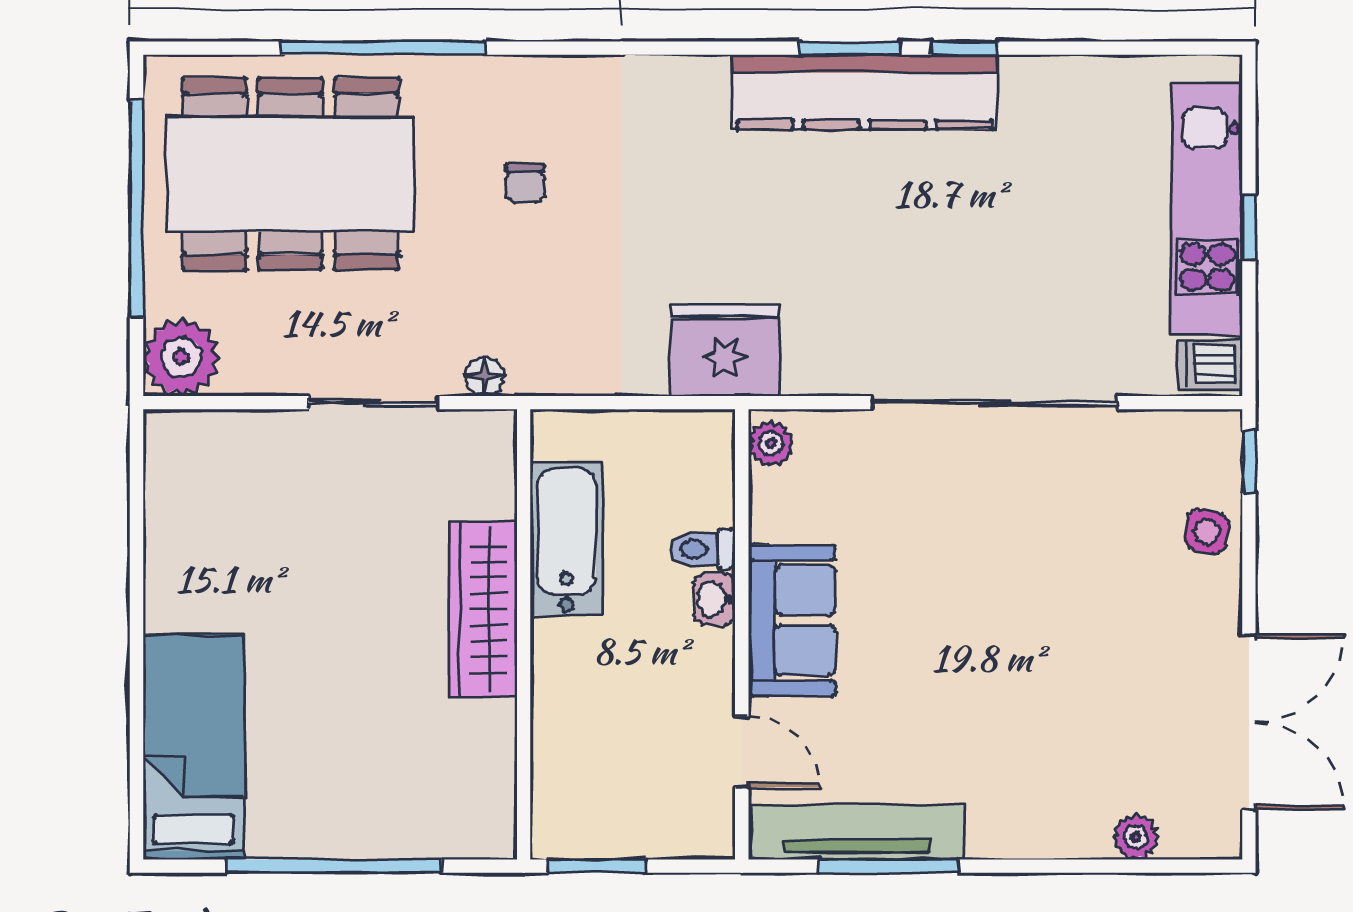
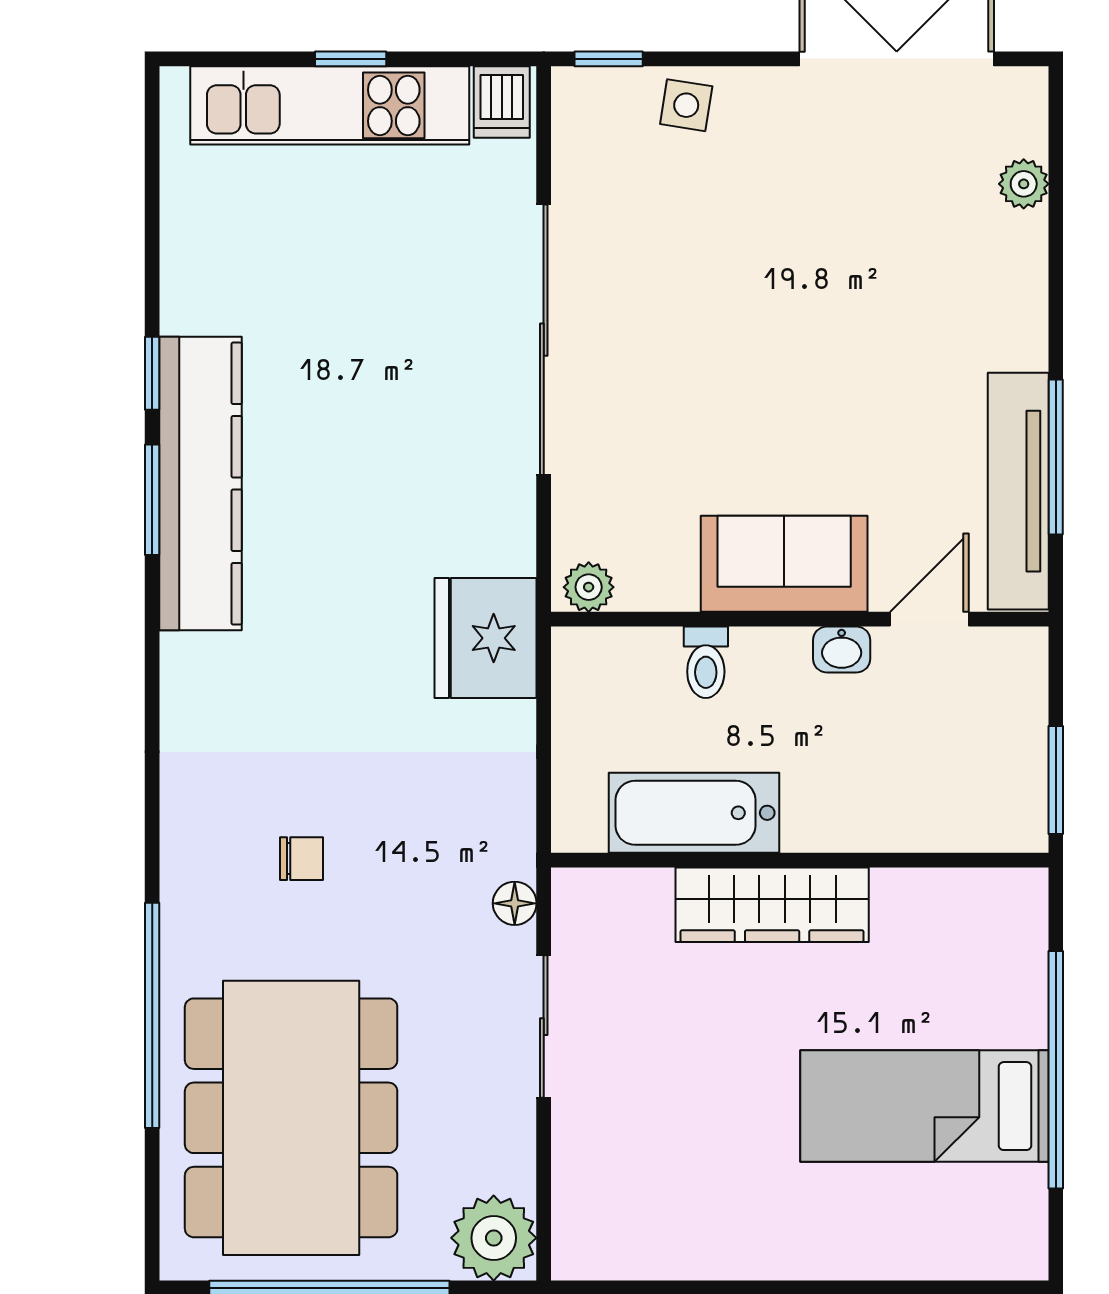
washbasin: (714, 599) -> (842, 649), moved
bed: (194, 747) -> (924, 1106), moved

